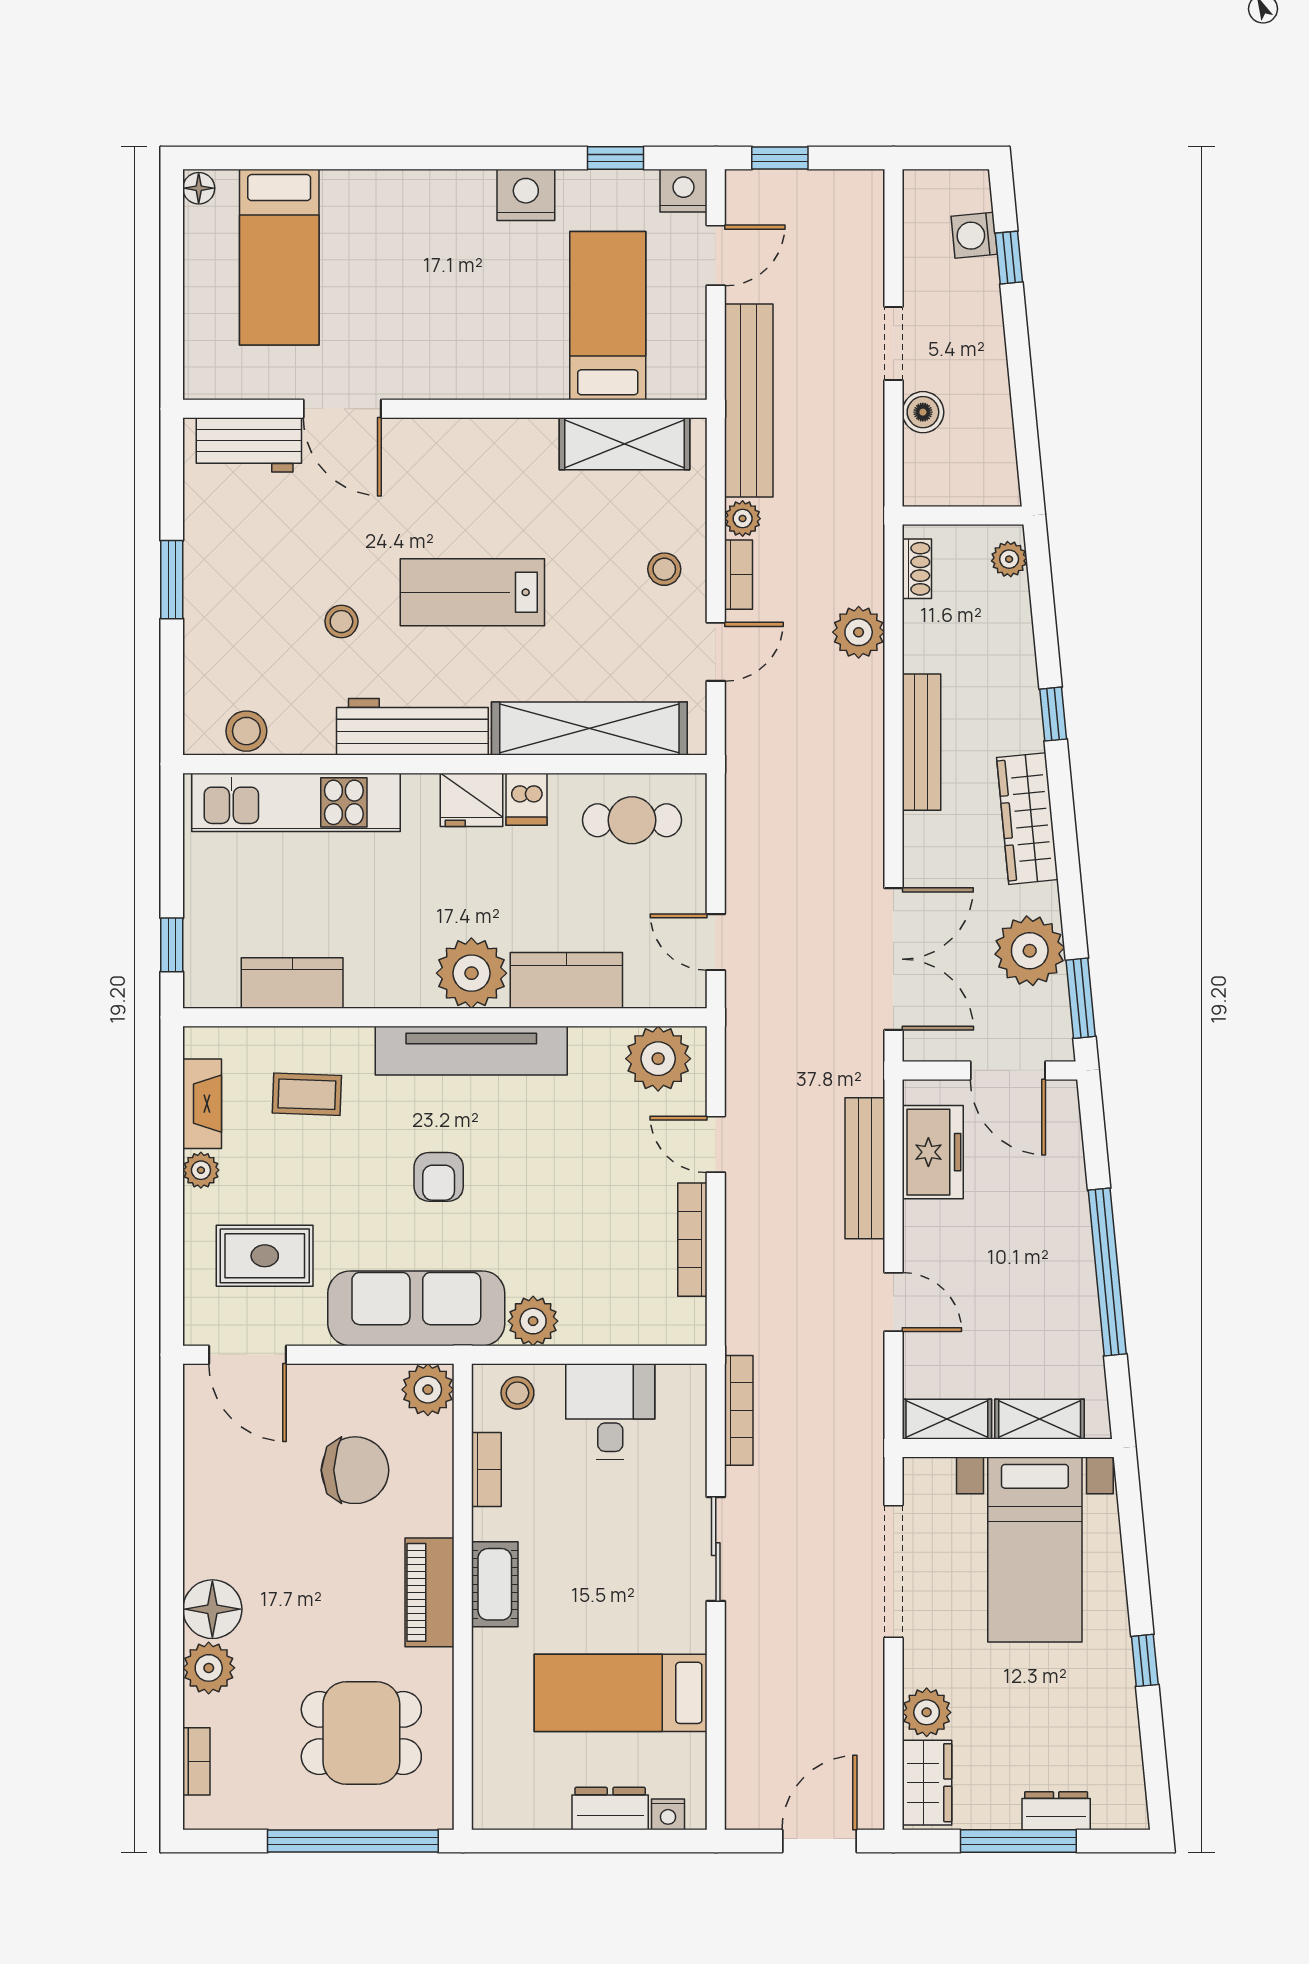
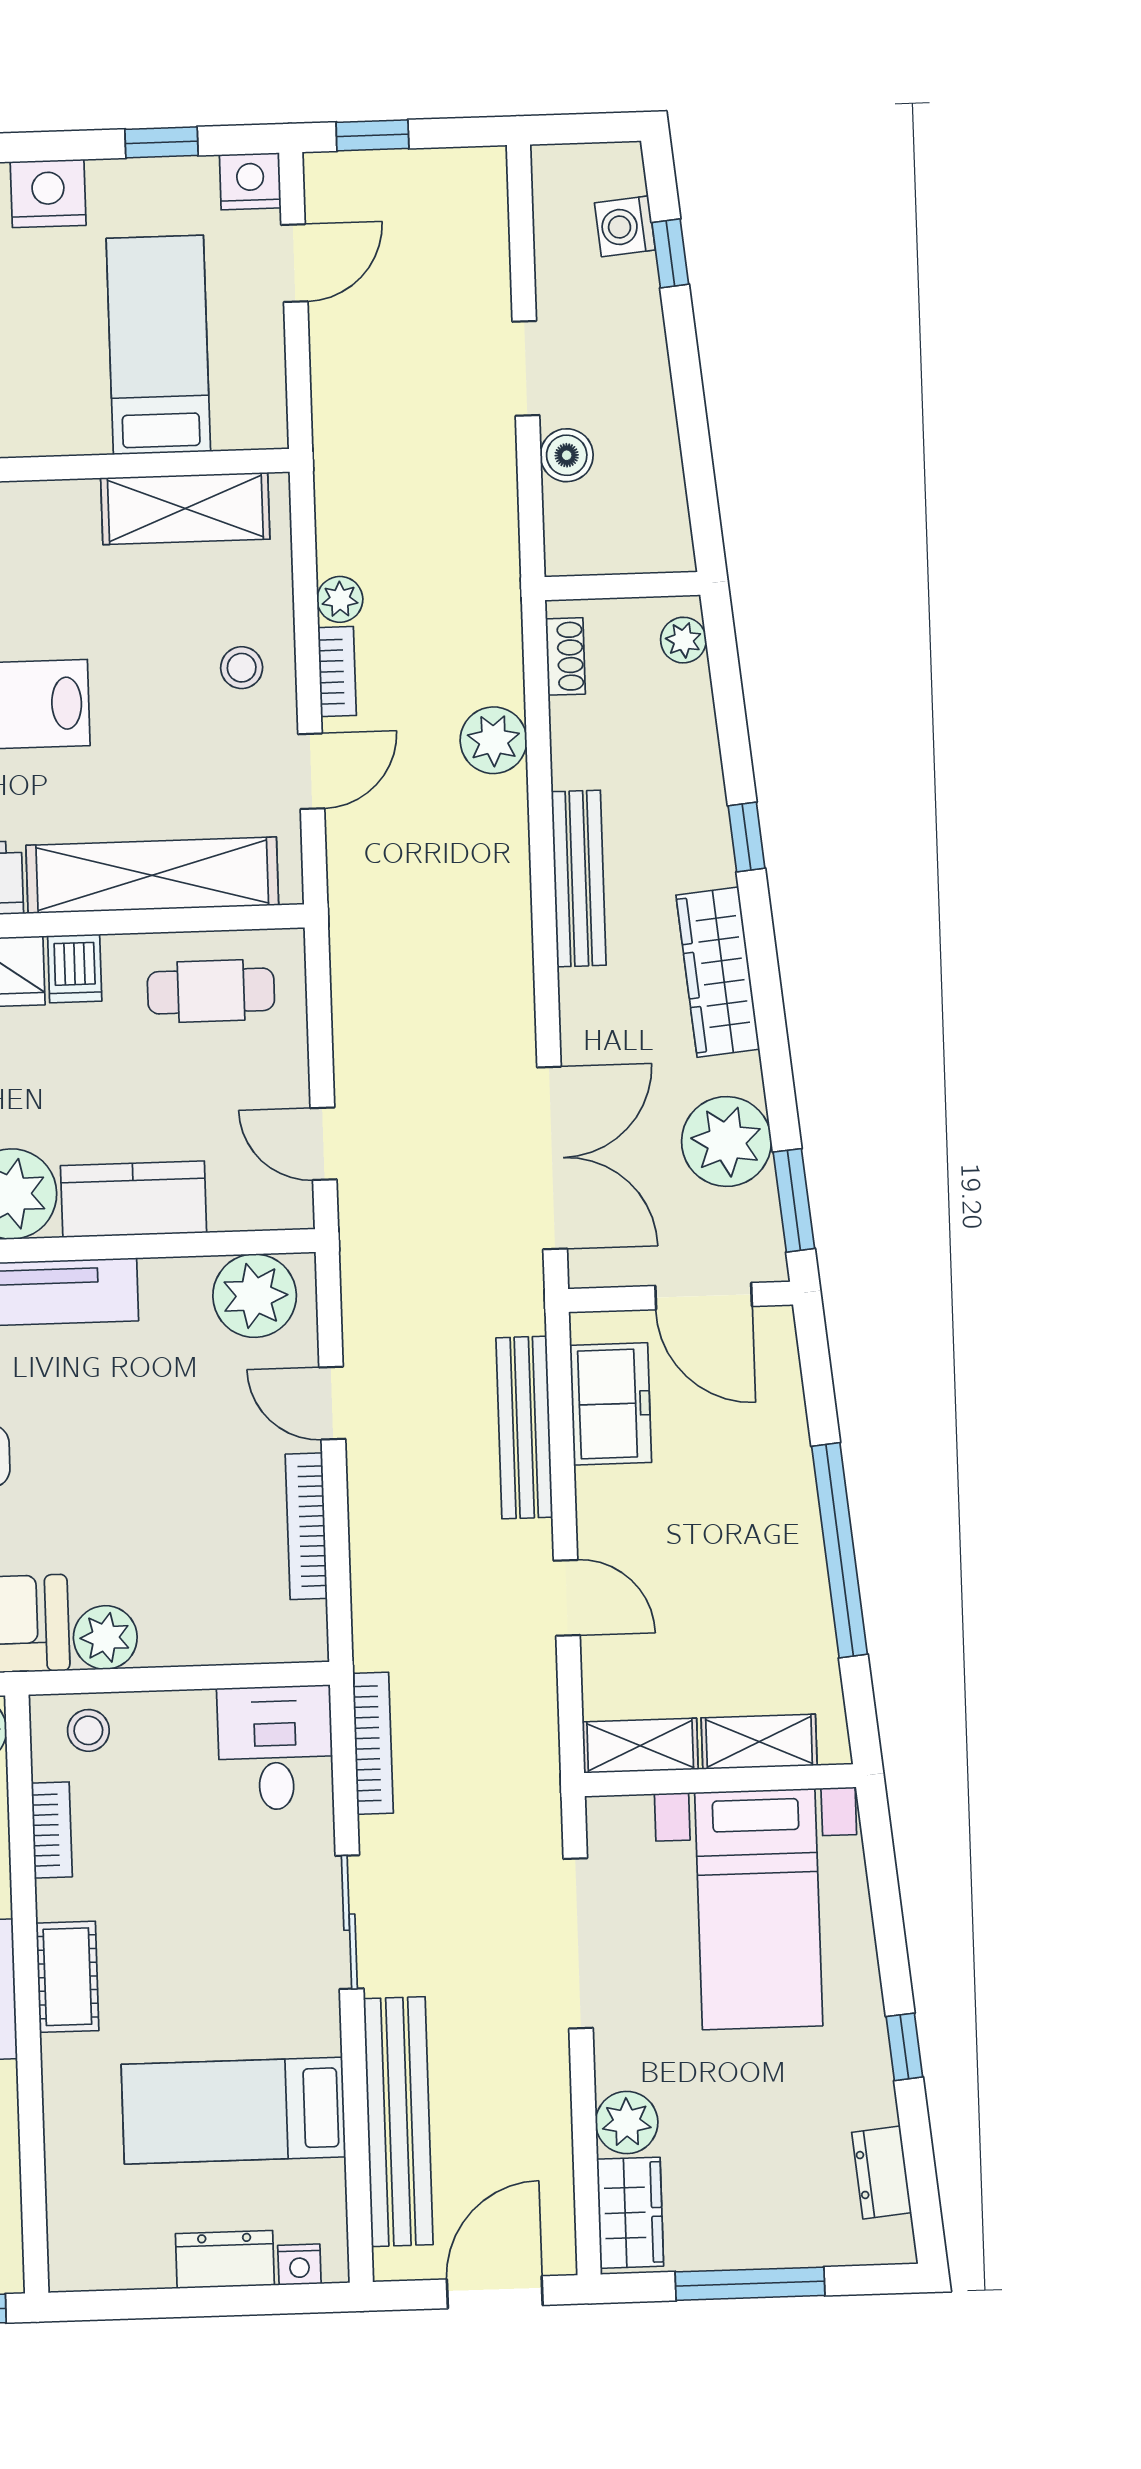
bench: (749, 400) -> (398, 2122), moved
desk: (610, 1411) -> (275, 1748), moved
dresser: (1056, 1811) -> (882, 2173), moved, turned -96

